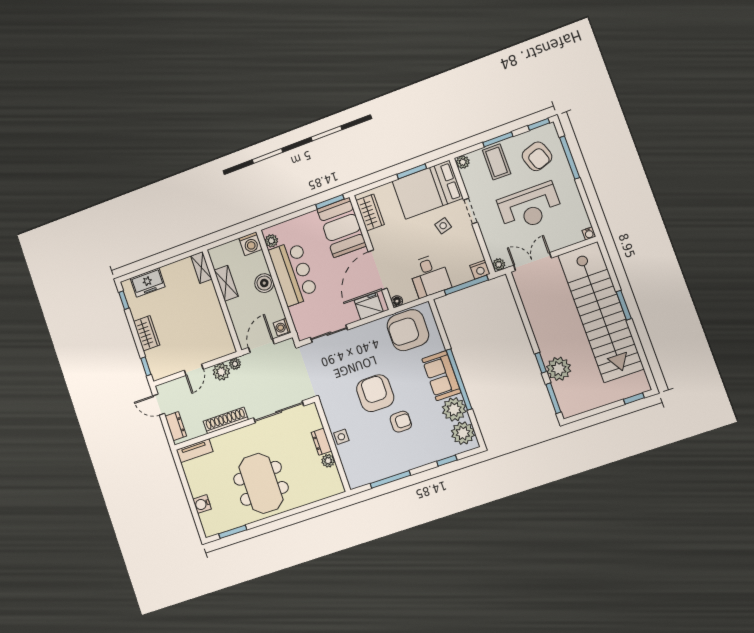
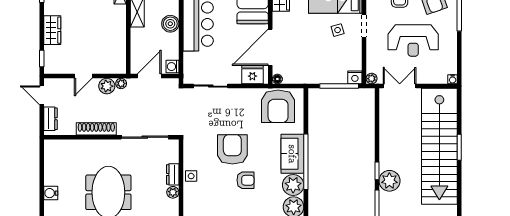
desk: (430, 276) -> (312, 67), removed
armchair: (408, 330) -> (278, 106), turned -90
tv unit: (195, 451) -> (60, 145), removed

